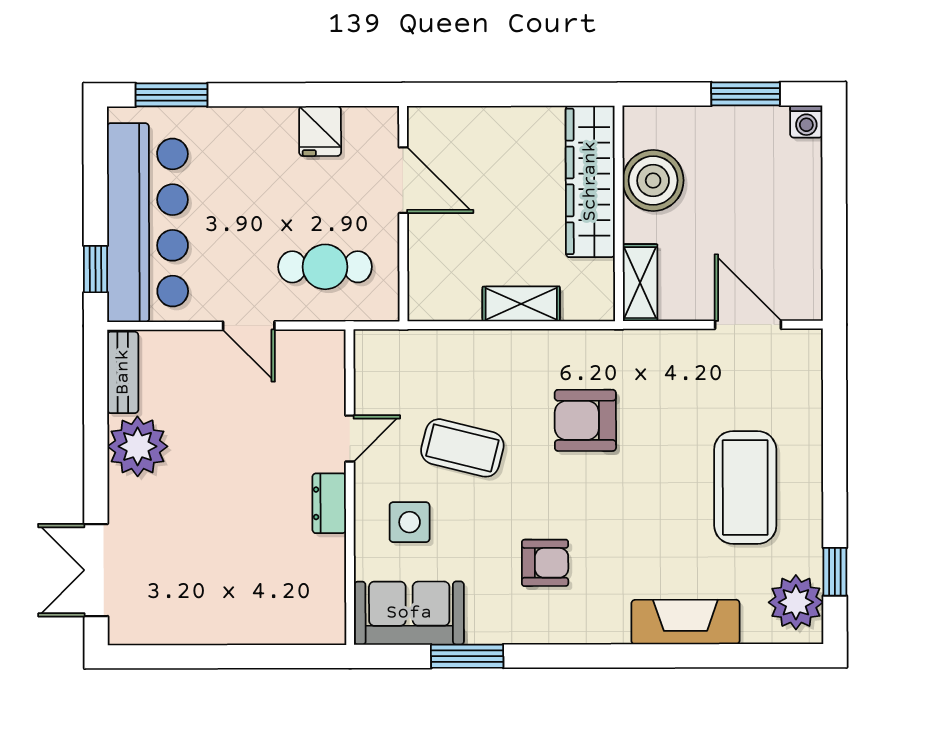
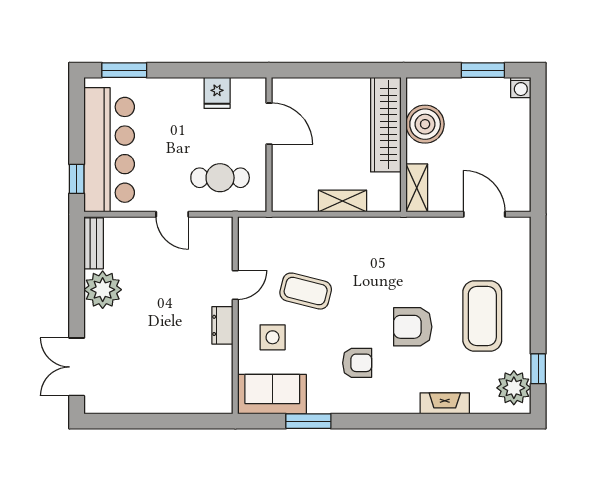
armchair: (585, 420) -> (413, 327), moved
fireplace: (685, 622) -> (445, 403), width x0.73, depth x0.76

